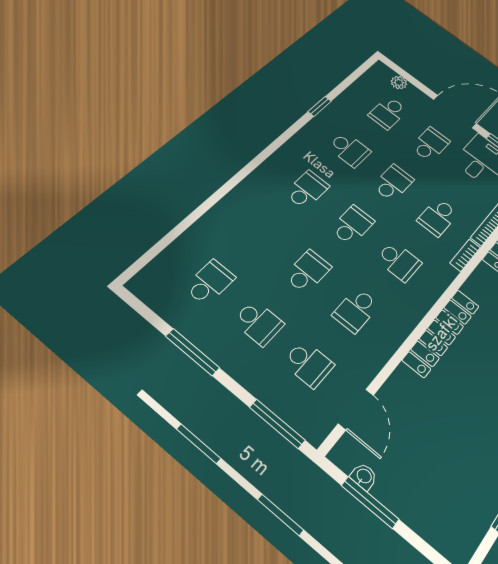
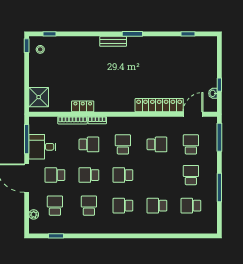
window: (320, 106) -> (56, 236), moved
school desk: (388, 113) -> (55, 206), turned -90
school desk: (308, 271) -> (157, 206), moved
locker: (442, 333) -> (159, 105), moved
window: (370, 502) -> (219, 85), width x0.46

